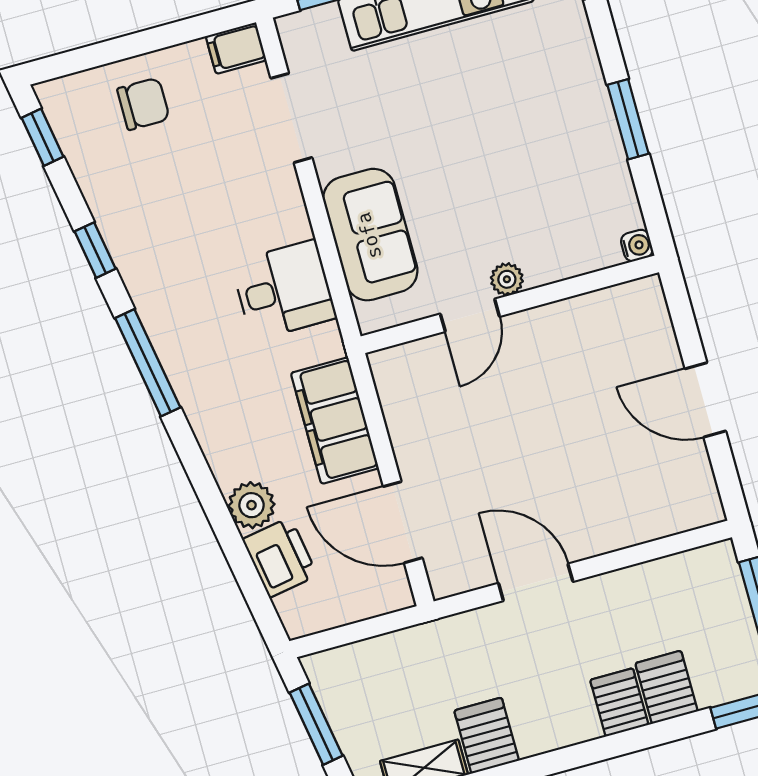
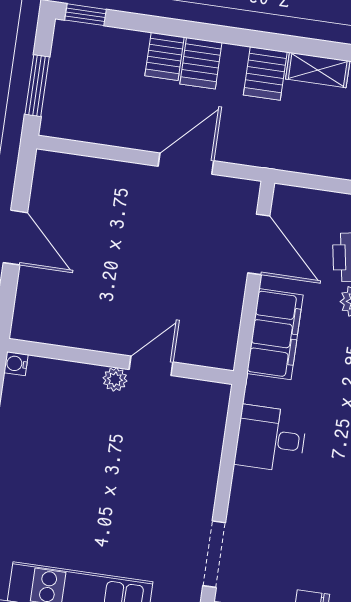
sofa: (370, 235) -> (195, 451), removed
door: (536, 582) -> (186, 164), swing flipped
server rack: (666, 687) -> (201, 63), moved

